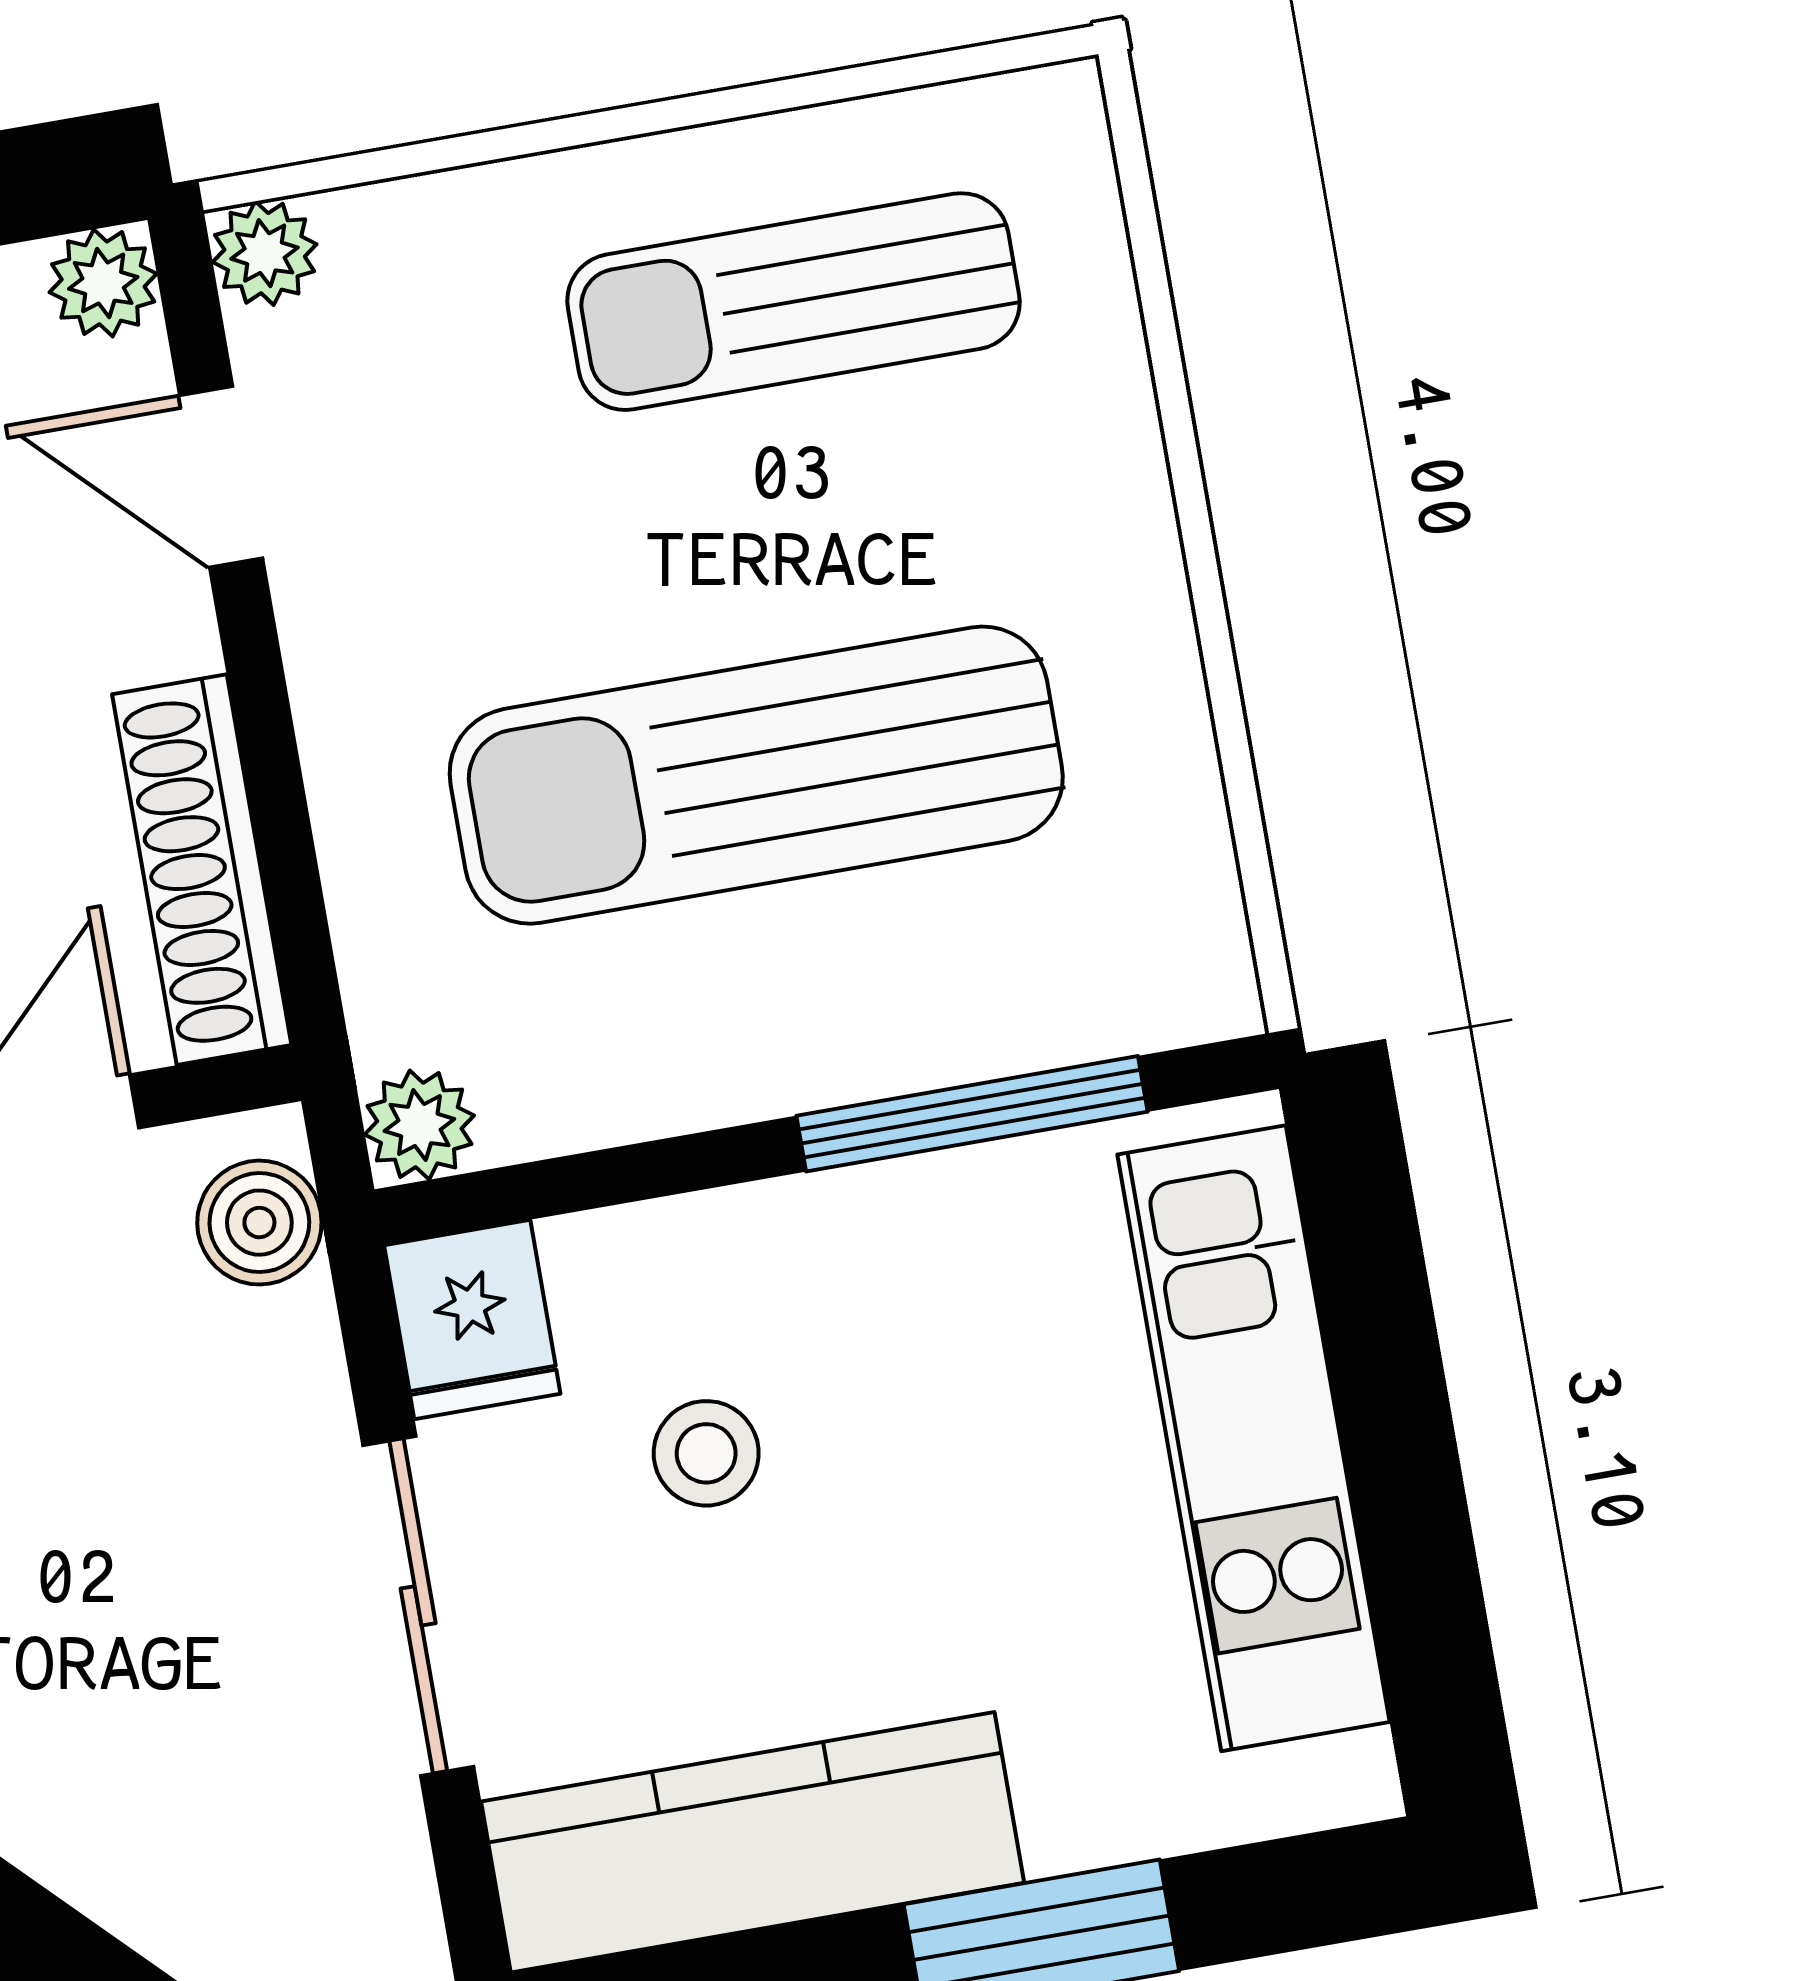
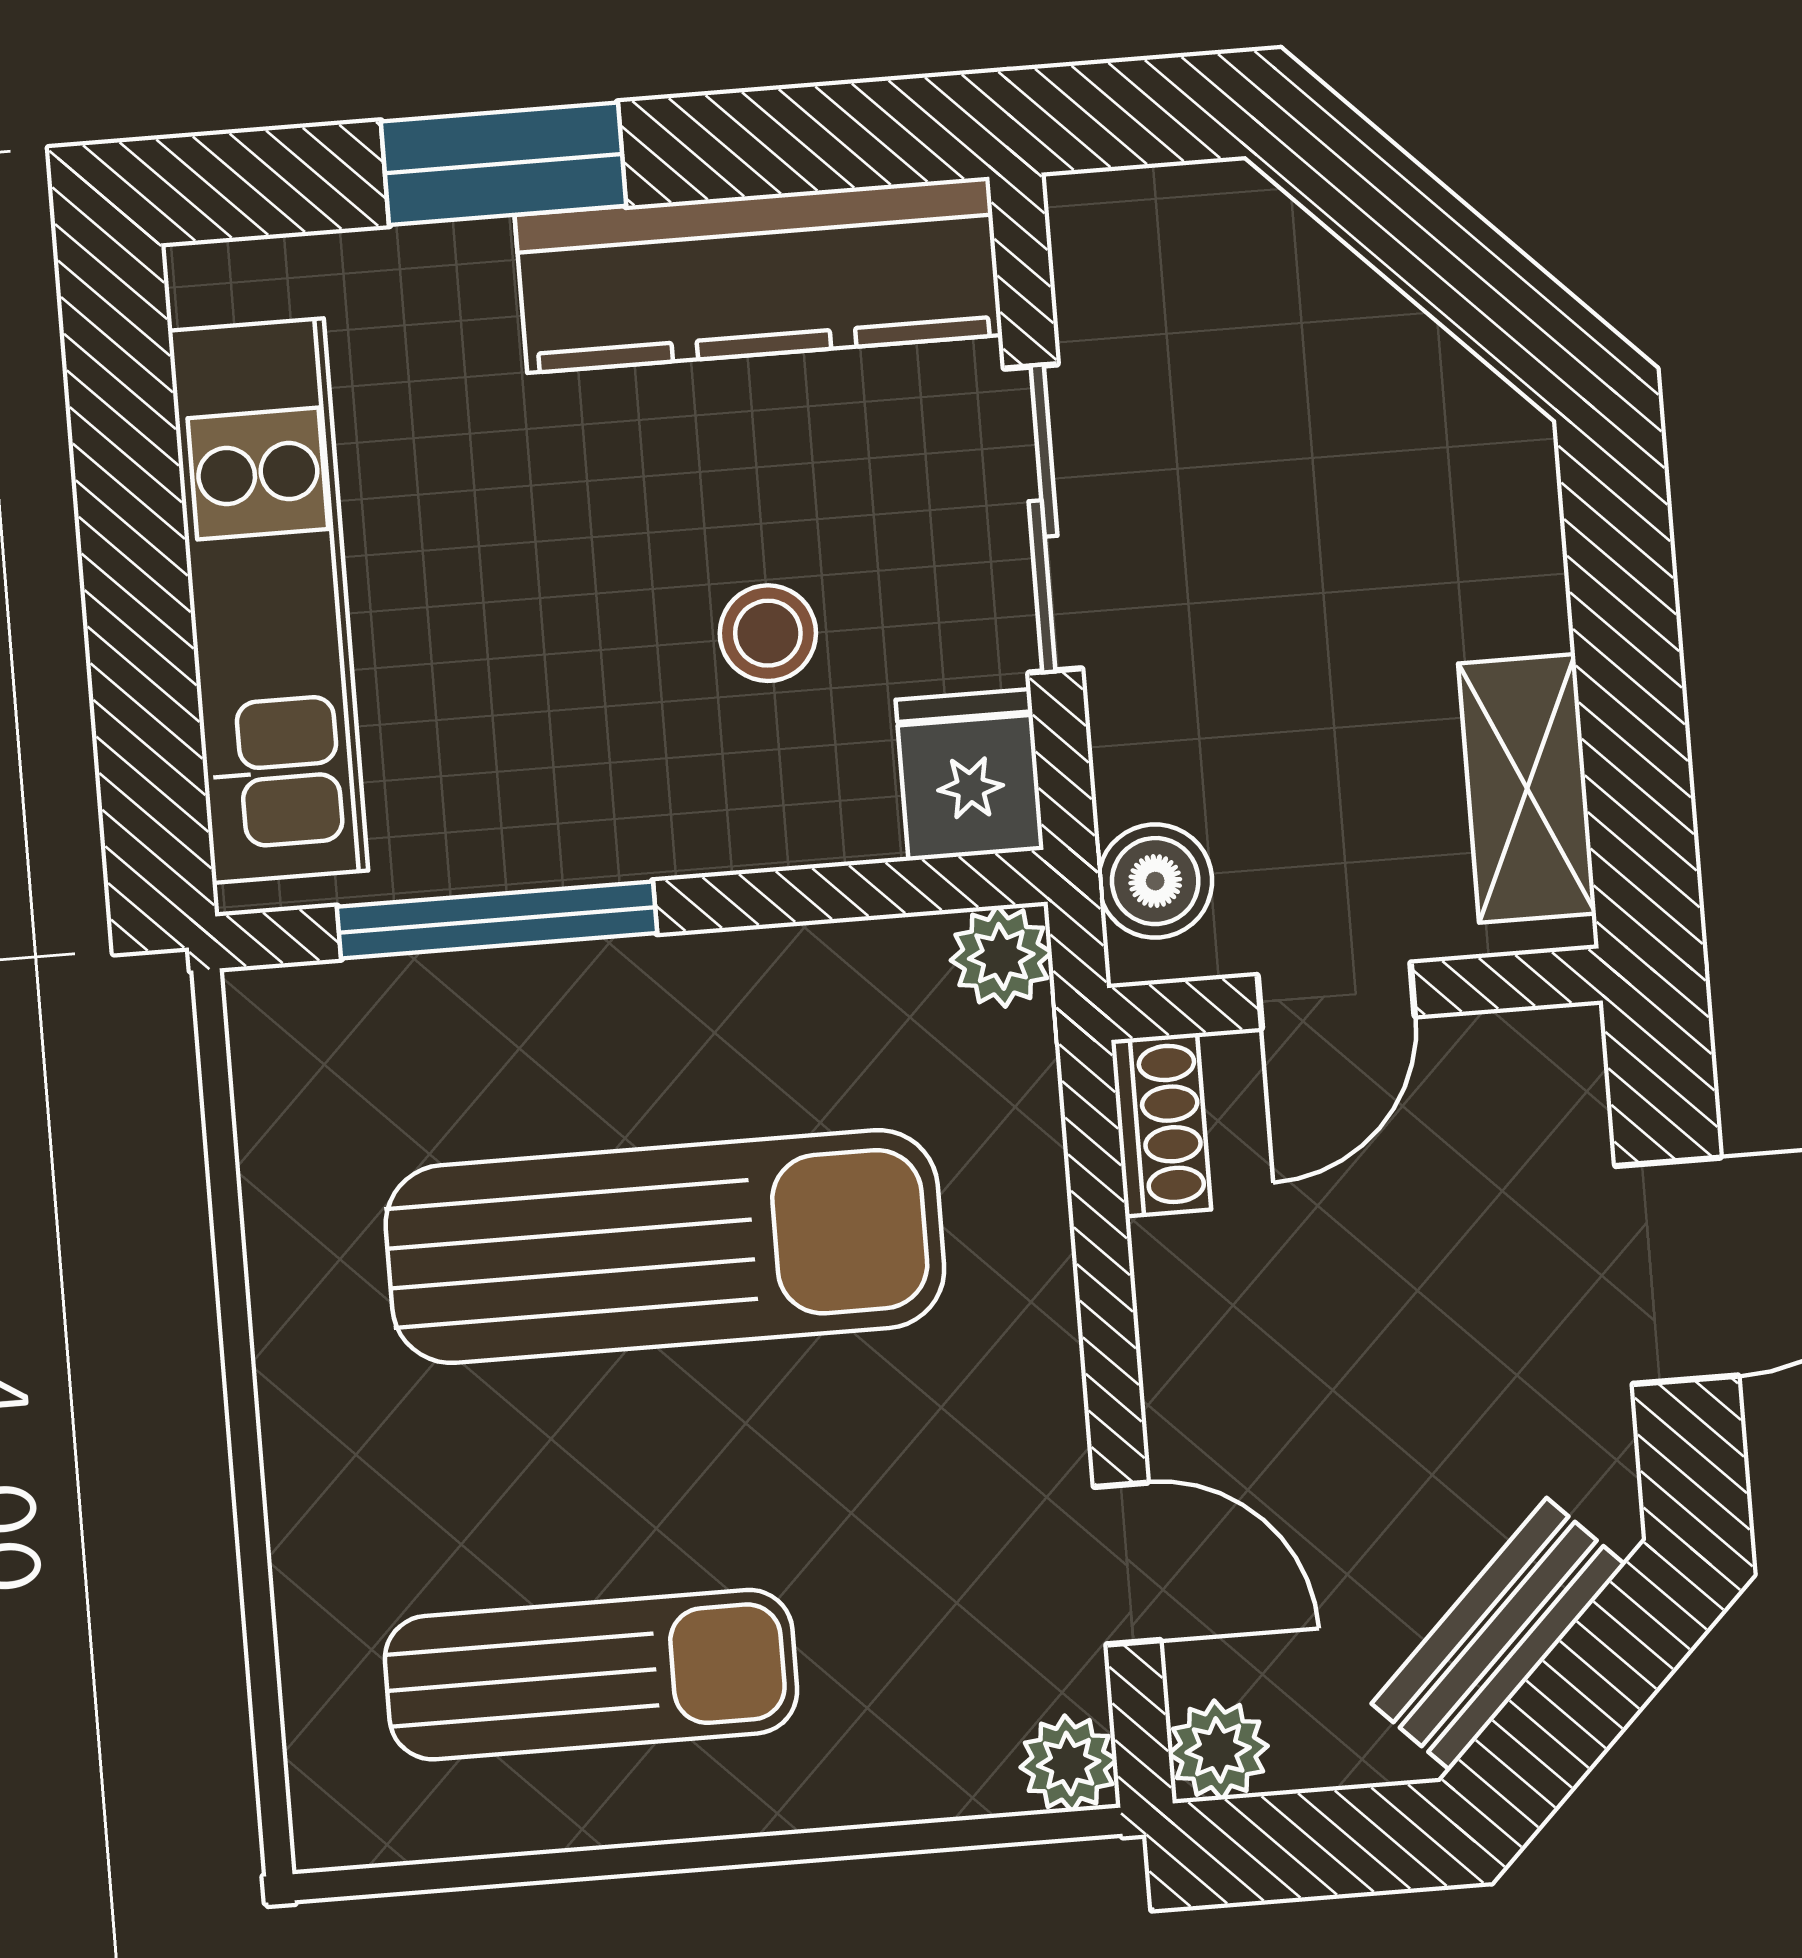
shoe rack: (202, 870) -> (1161, 1125), width x0.51, depth x0.81

